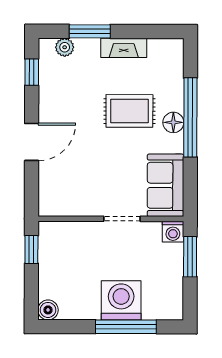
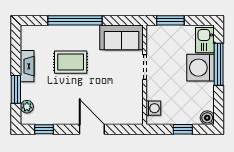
rug: (129, 111) -> (71, 62), turned 90
floor lamp: (173, 122) -> (78, 32), removed
washing machine: (173, 232) -> (153, 108), moved
window: (31, 250) -> (183, 129), moved
kitchen sink: (161, 307) -> (205, 40), added

